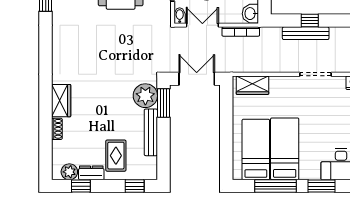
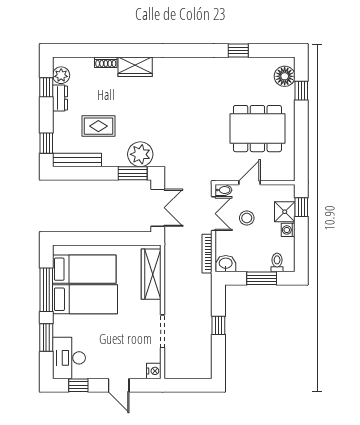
bench: (306, 33) -> (205, 321), removed
wardrobe: (252, 85) -> (151, 274), width x1.50
bench: (151, 132) -> (77, 160), moved
rug: (116, 156) -> (98, 126), moved

